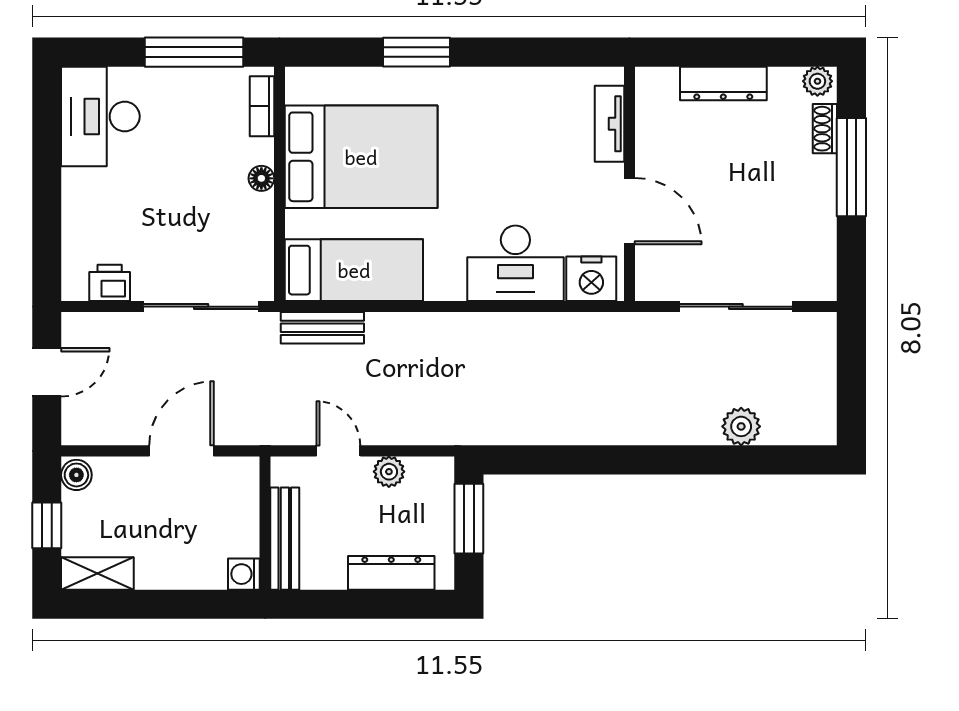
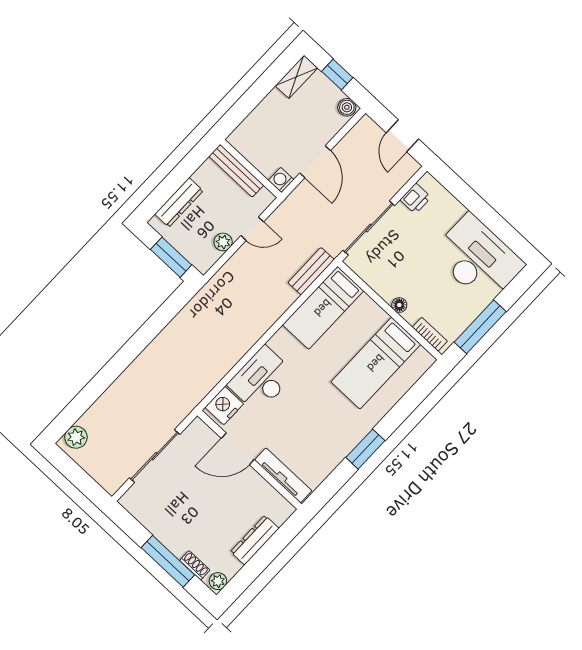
window: (417, 52) -> (365, 449), moved
desk: (100, 116) -> (478, 259), width x1.36, depth x1.30
tv unit: (609, 124) -> (283, 475), width x1.41
bed: (361, 157) -> (376, 363), width x0.67
plant: (741, 426) -> (76, 437), moved
washing machine: (244, 574) -> (281, 180), moved, turned -90

